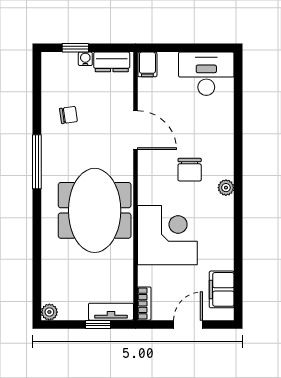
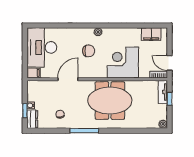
dresser: (112, 62) -> (32, 119), moved
desk: (206, 74) -> (42, 47), width x1.36, depth x1.30
door: (188, 324) -> (169, 63), moved

